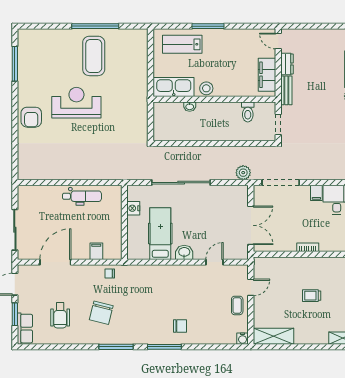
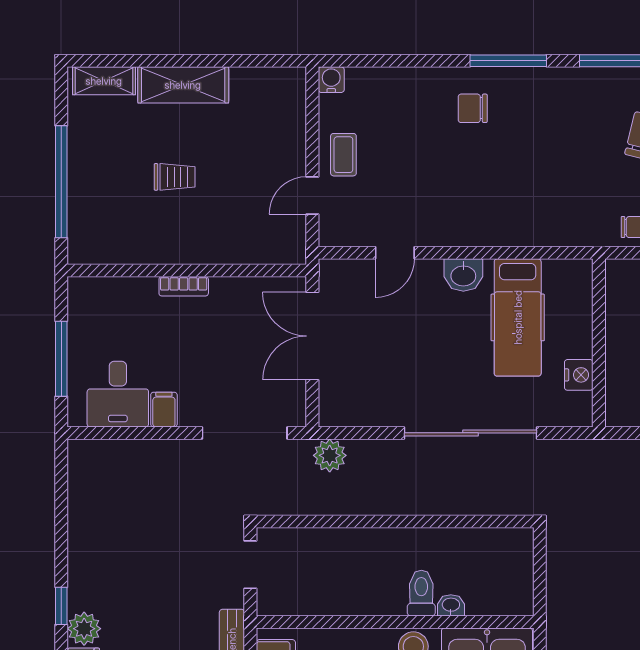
toilet: (248, 112) -> (421, 593), moved
shelving: (273, 336) -> (183, 85), moved

